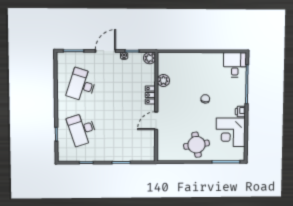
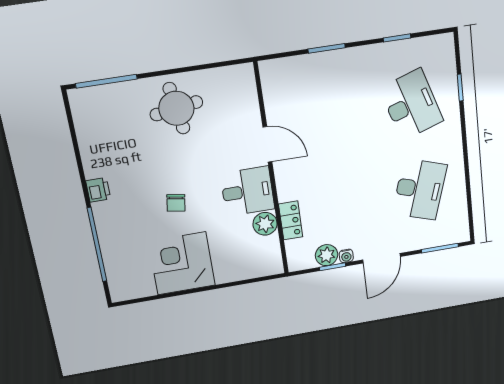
plant: (149, 58) -> (327, 255), moved
desk: (235, 65) -> (248, 191), moved, turned -90
locker: (150, 95) -> (291, 220), moved
door: (156, 121) -> (268, 144), hinge flipped
corner desk: (231, 132) -> (182, 263), moved, turned -90

